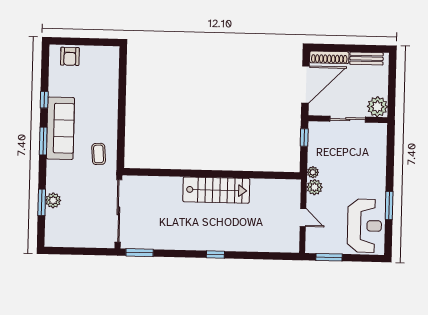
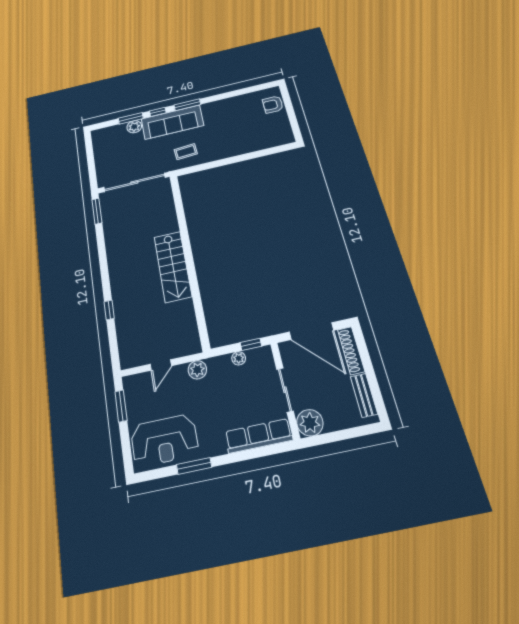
window: (44, 100) -> (158, 112), moved
sofa: (60, 128) -> (172, 122), moved
row of seats: (378, 149) -> (259, 436), added
plant: (313, 172) -> (239, 358), moved
window: (215, 254) -> (109, 310), moved

